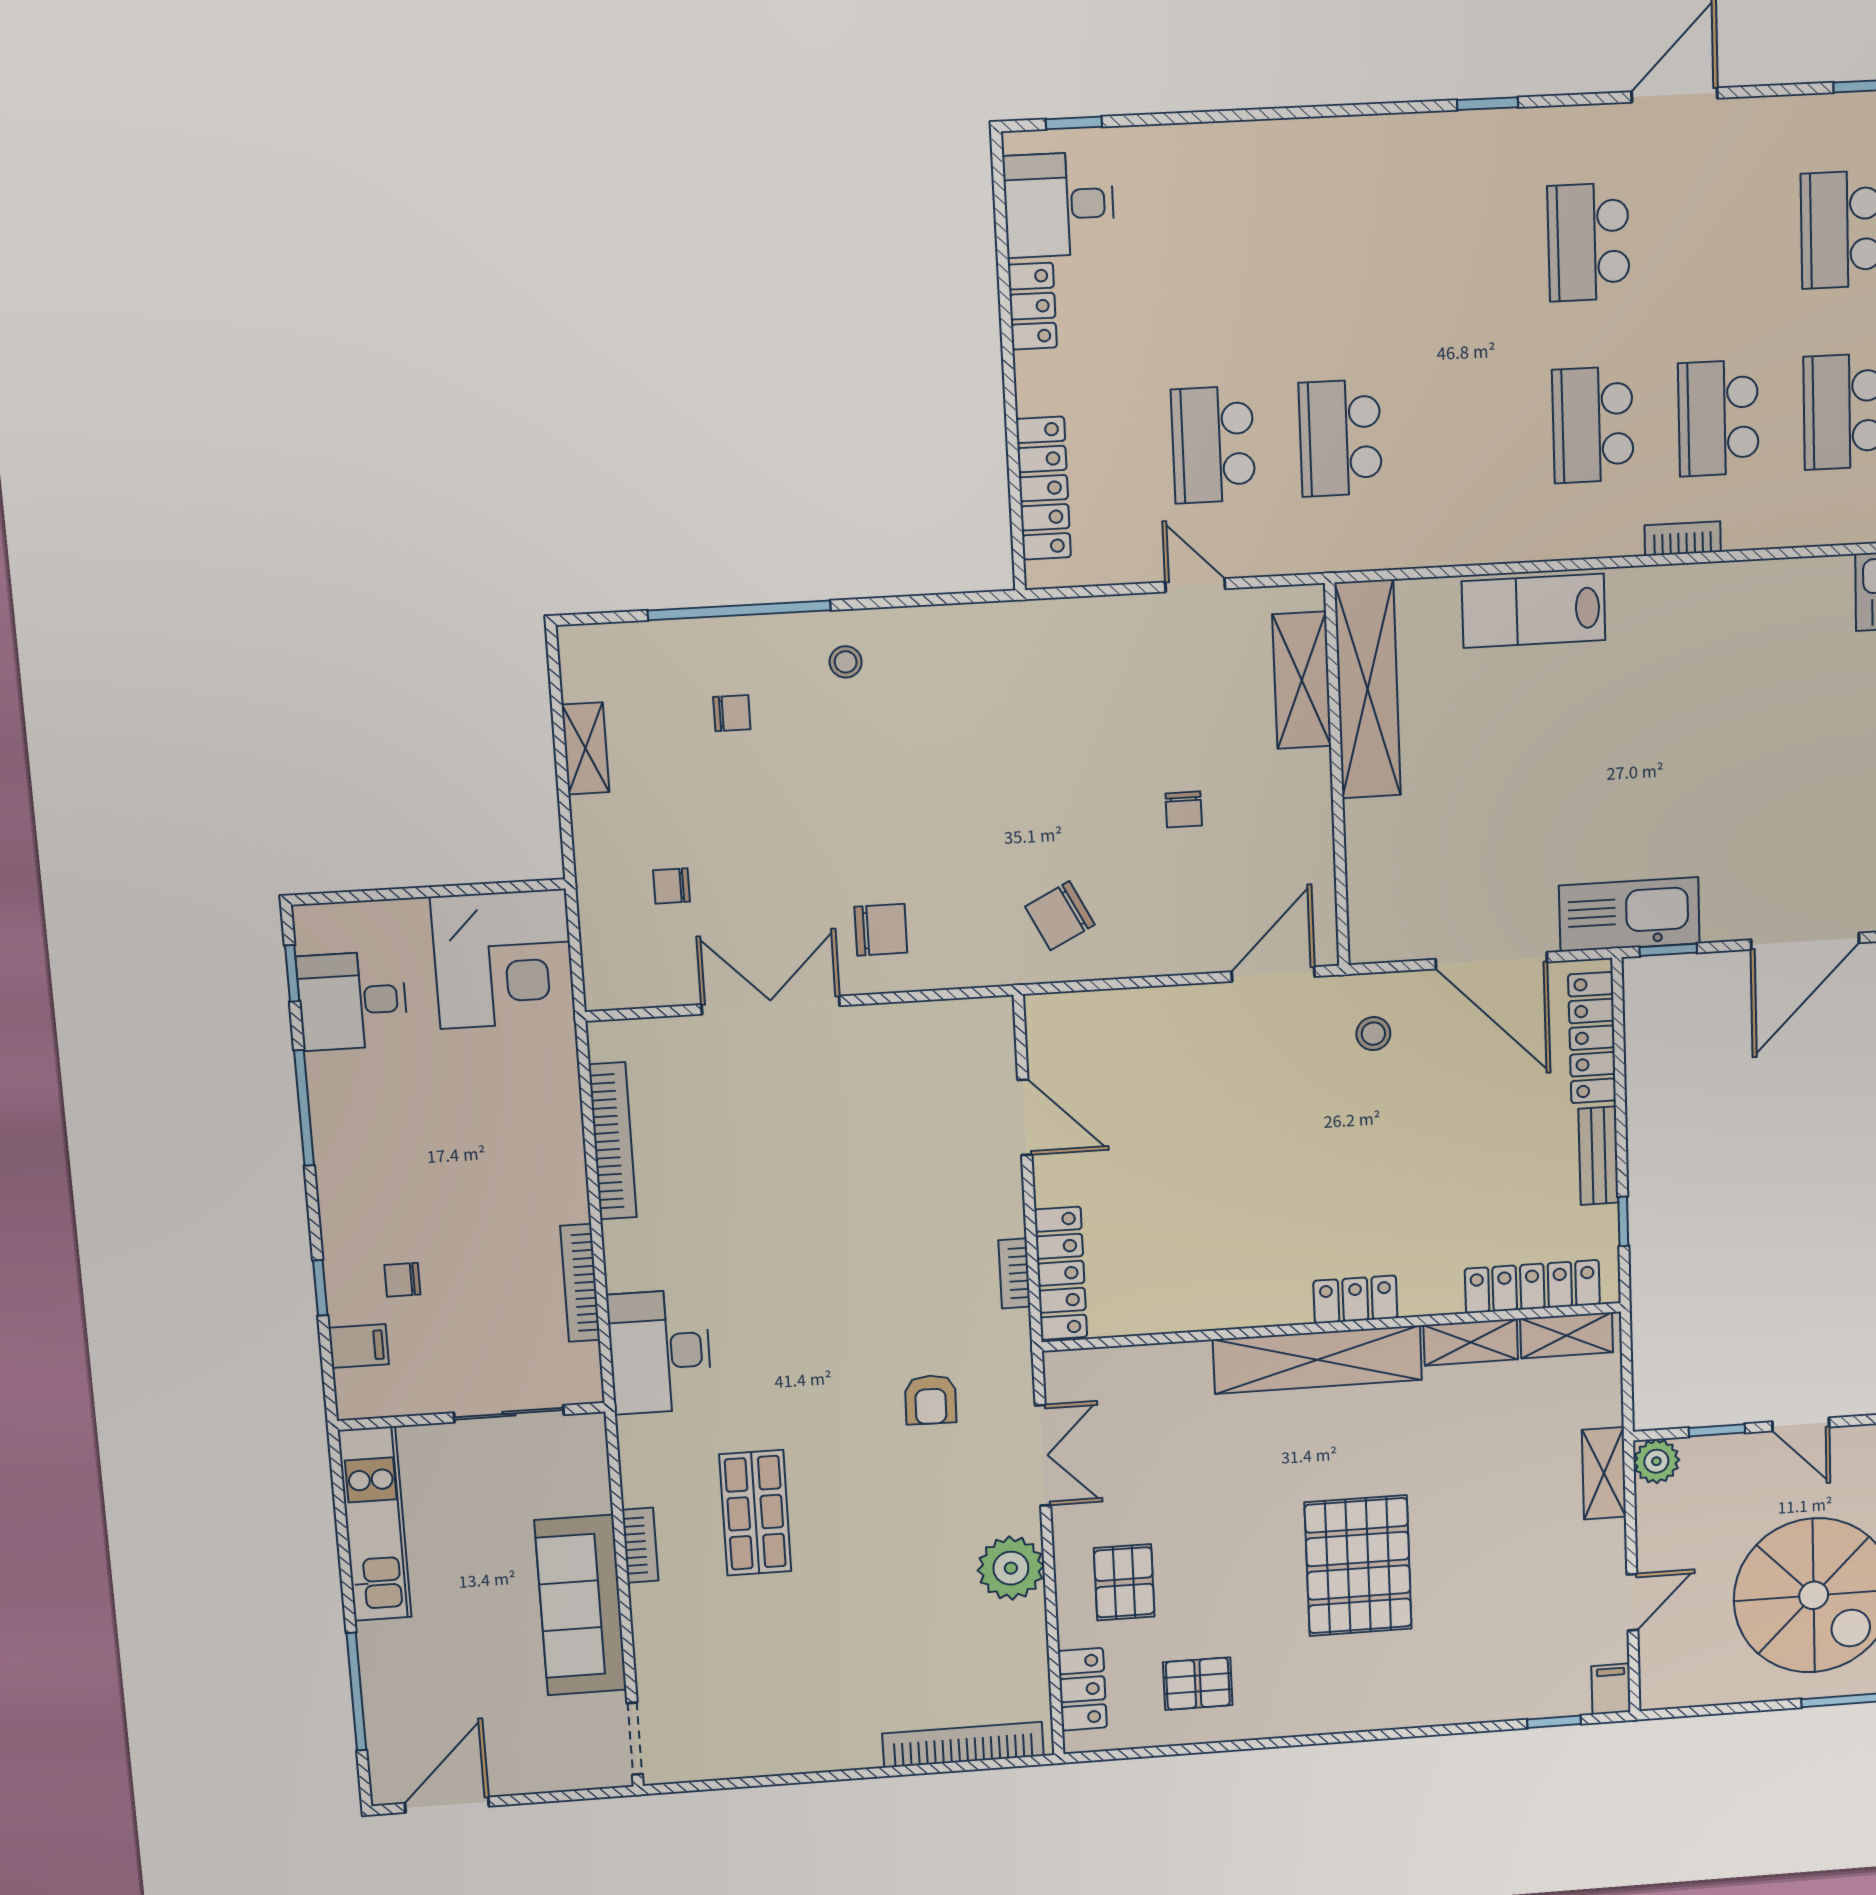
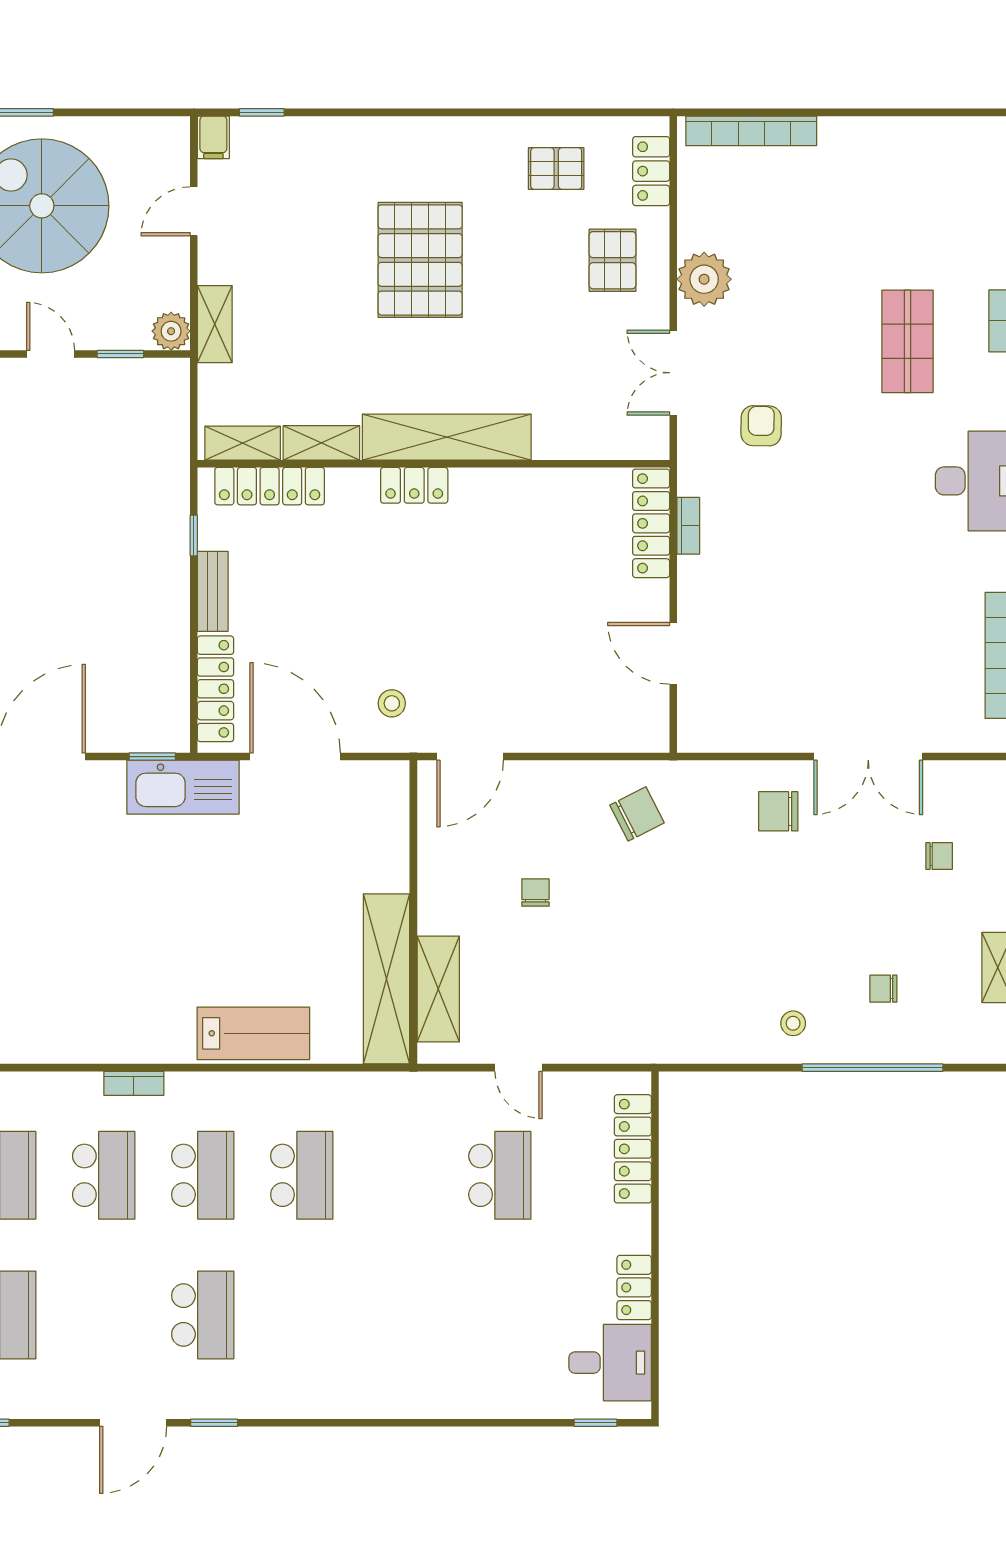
window: (1488, 104) -> (214, 1423), moved
school desk: (1340, 438) -> (302, 1175), moved

